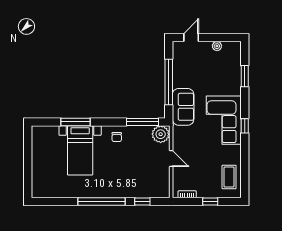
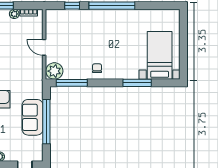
sofa: (183, 107) -> (33, 117), moved
bed with nightstands: (80, 150) -> (160, 55), moved
plant: (202, 193) -> (14, 14), added

